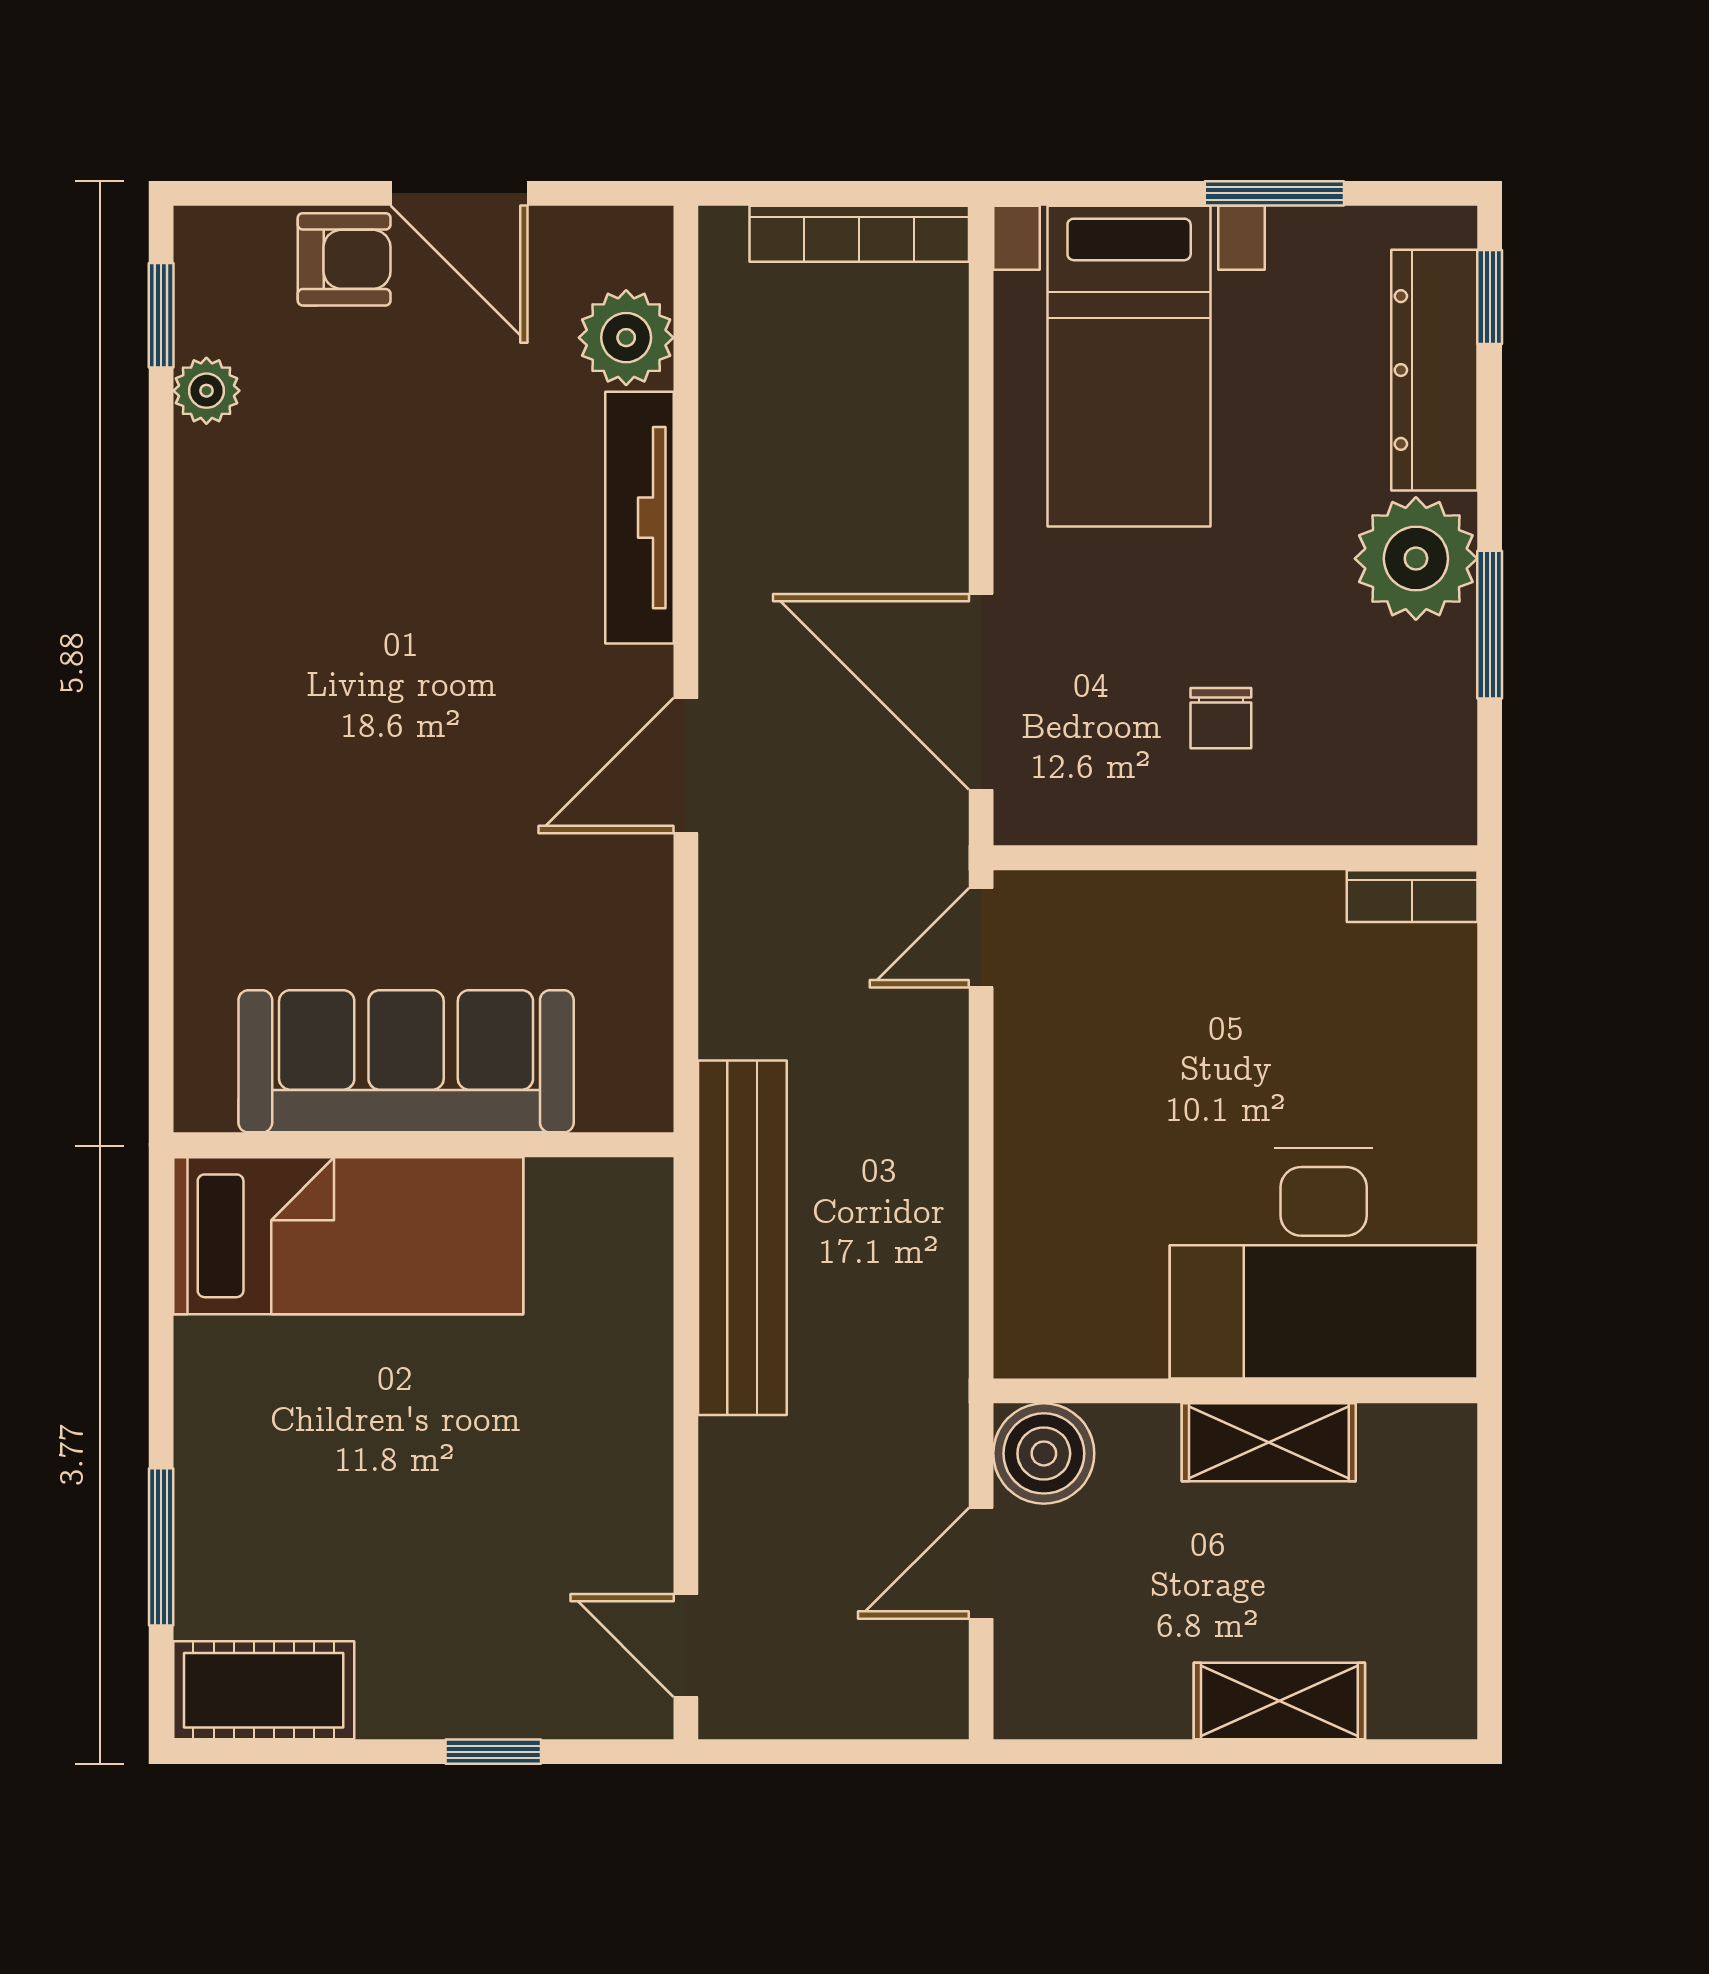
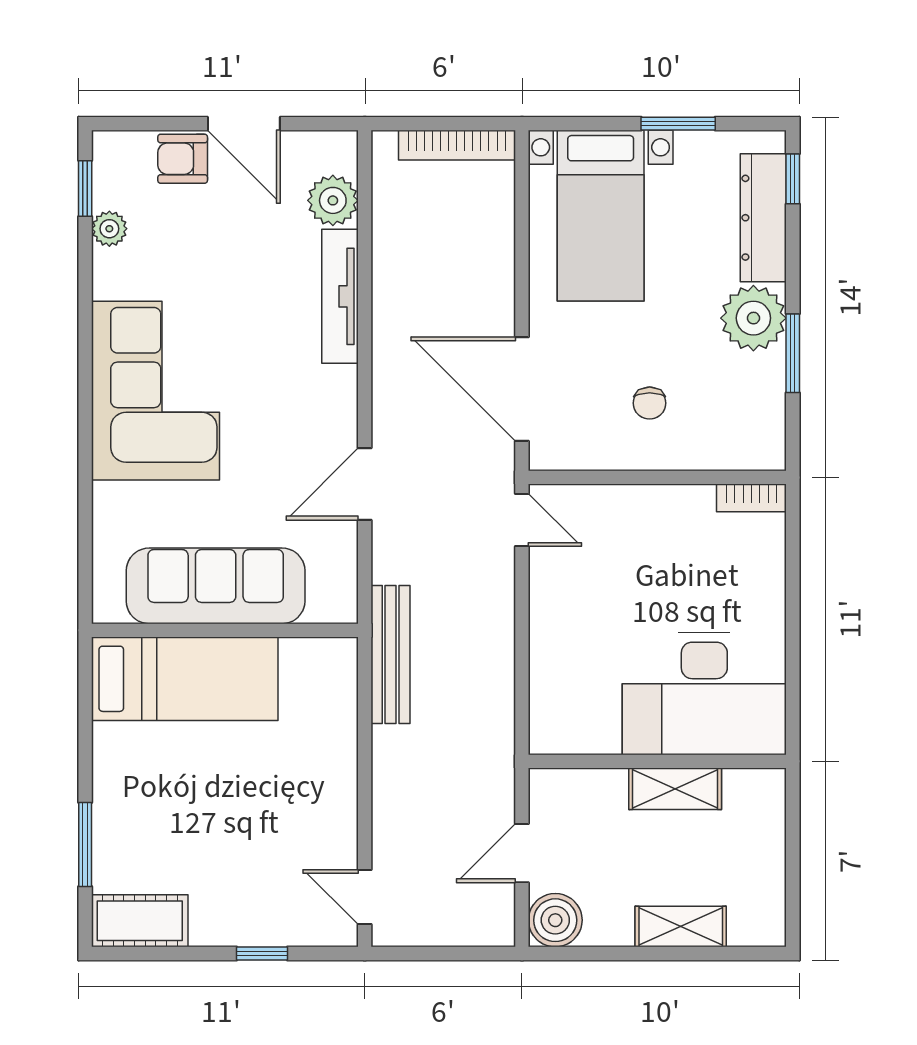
armchair: (344, 259) -> (183, 159), turned 180
corner sofa: (293, 695) -> (156, 391), added
door: (686, 766) -> (365, 484), moved
door: (981, 938) -> (522, 520), swing flipped
bench: (742, 1238) -> (391, 654), width x0.73, depth x0.82
boiler: (1044, 1453) -> (555, 920), moved

